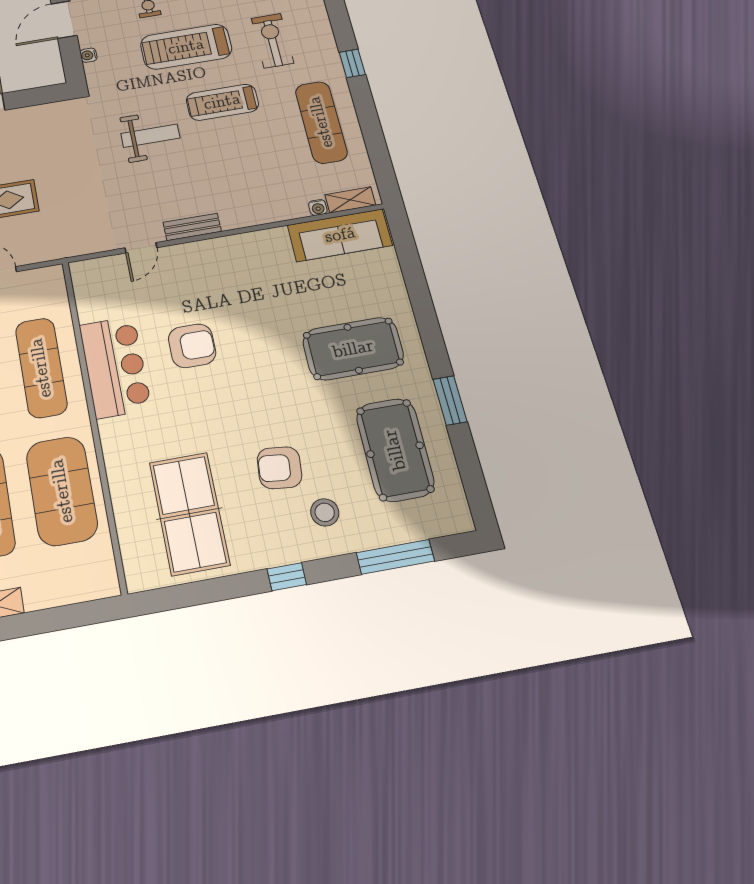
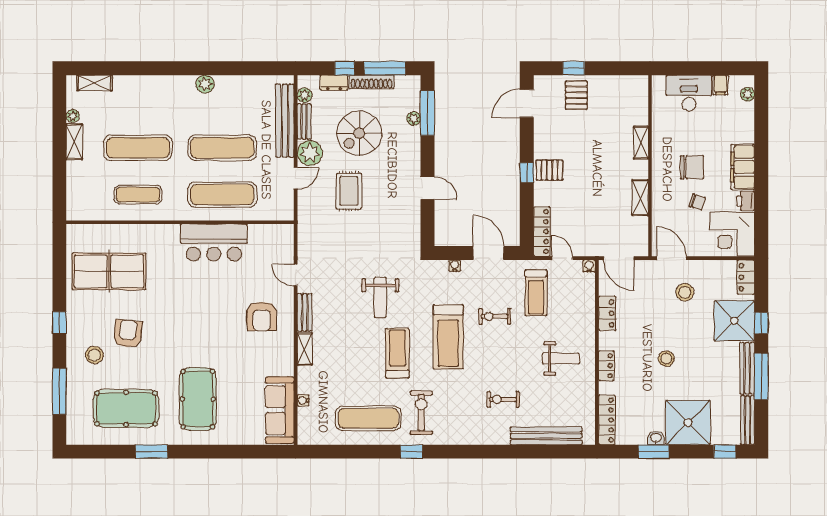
exercise bike: (272, 41) -> (421, 413), moved, turned -90
treadmill: (186, 47) -> (448, 337), turned 180
shelving: (350, 200) -> (305, 349), moved
armchair: (192, 346) -> (262, 316), moved
exercise mat: (62, 491) -> (138, 195), width x0.50, depth x0.69

